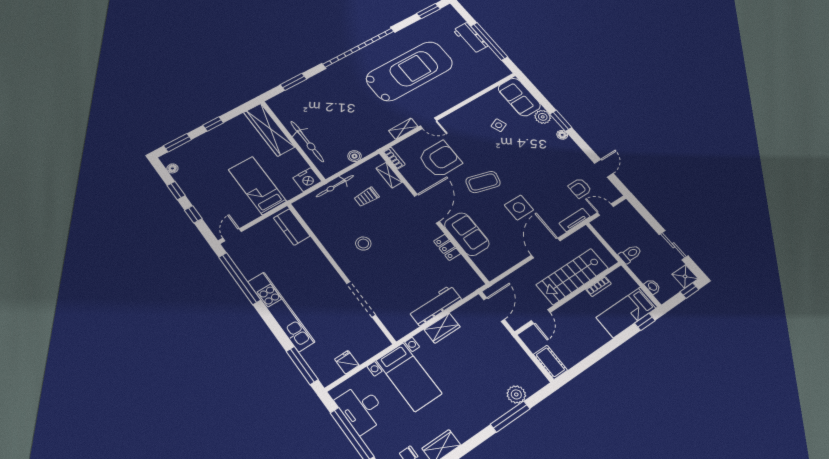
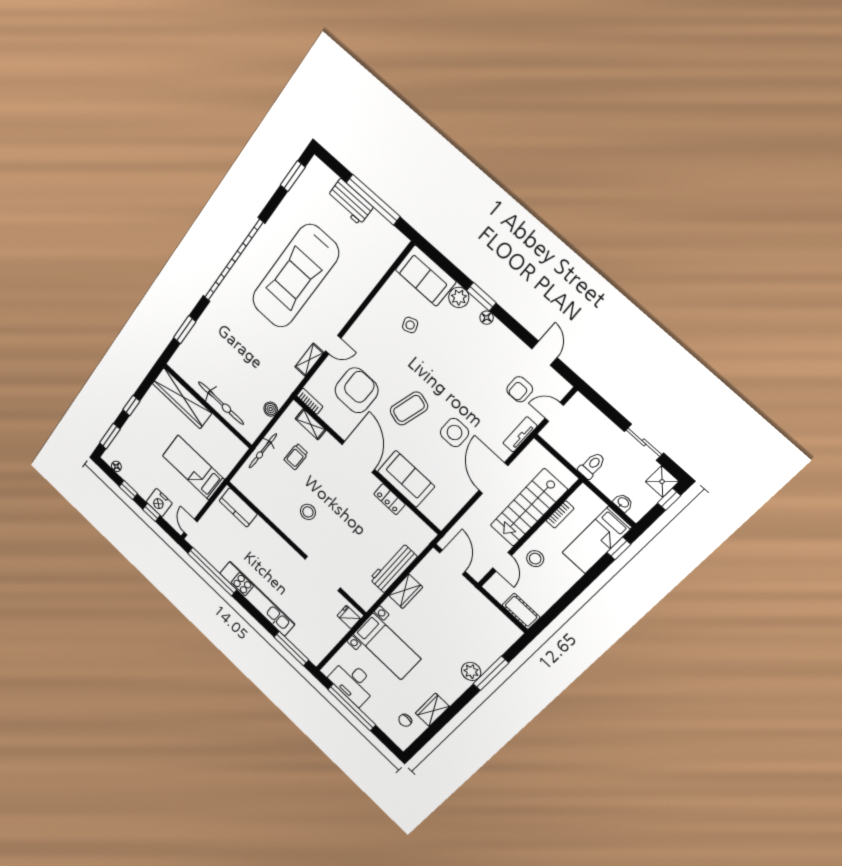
car: (410, 71) -> (295, 276), turned 180
nightstand: (307, 180) -> (159, 503), moved, turned 90
stool: (571, 319) -> (535, 559), added
fridge: (347, 362) -> (349, 617), moved
plant: (516, 394) -> (471, 671), moved

